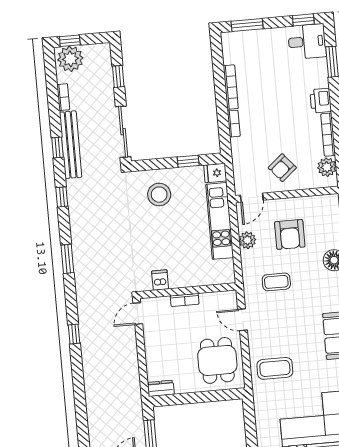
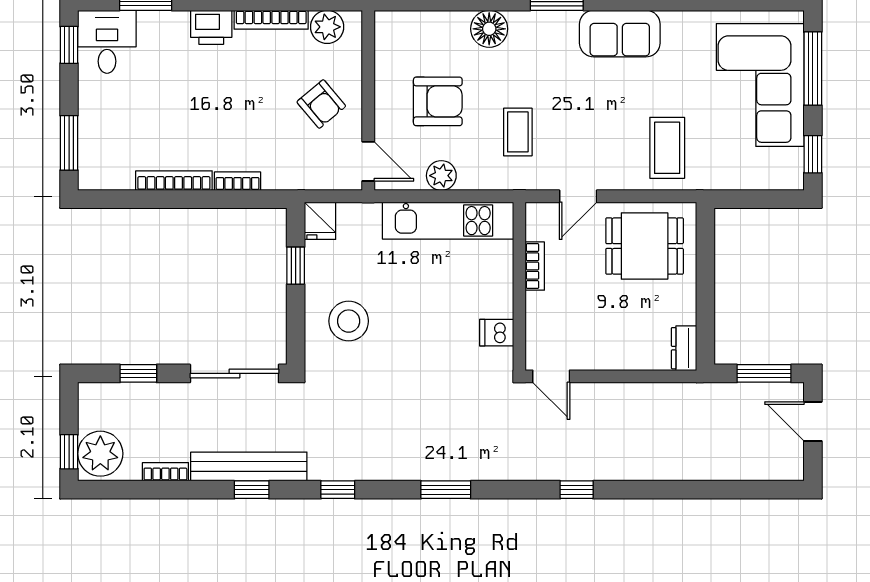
kitchen unit: (220, 221) -> (448, 221), moved
bookcase: (185, 300) -> (535, 266), moved

